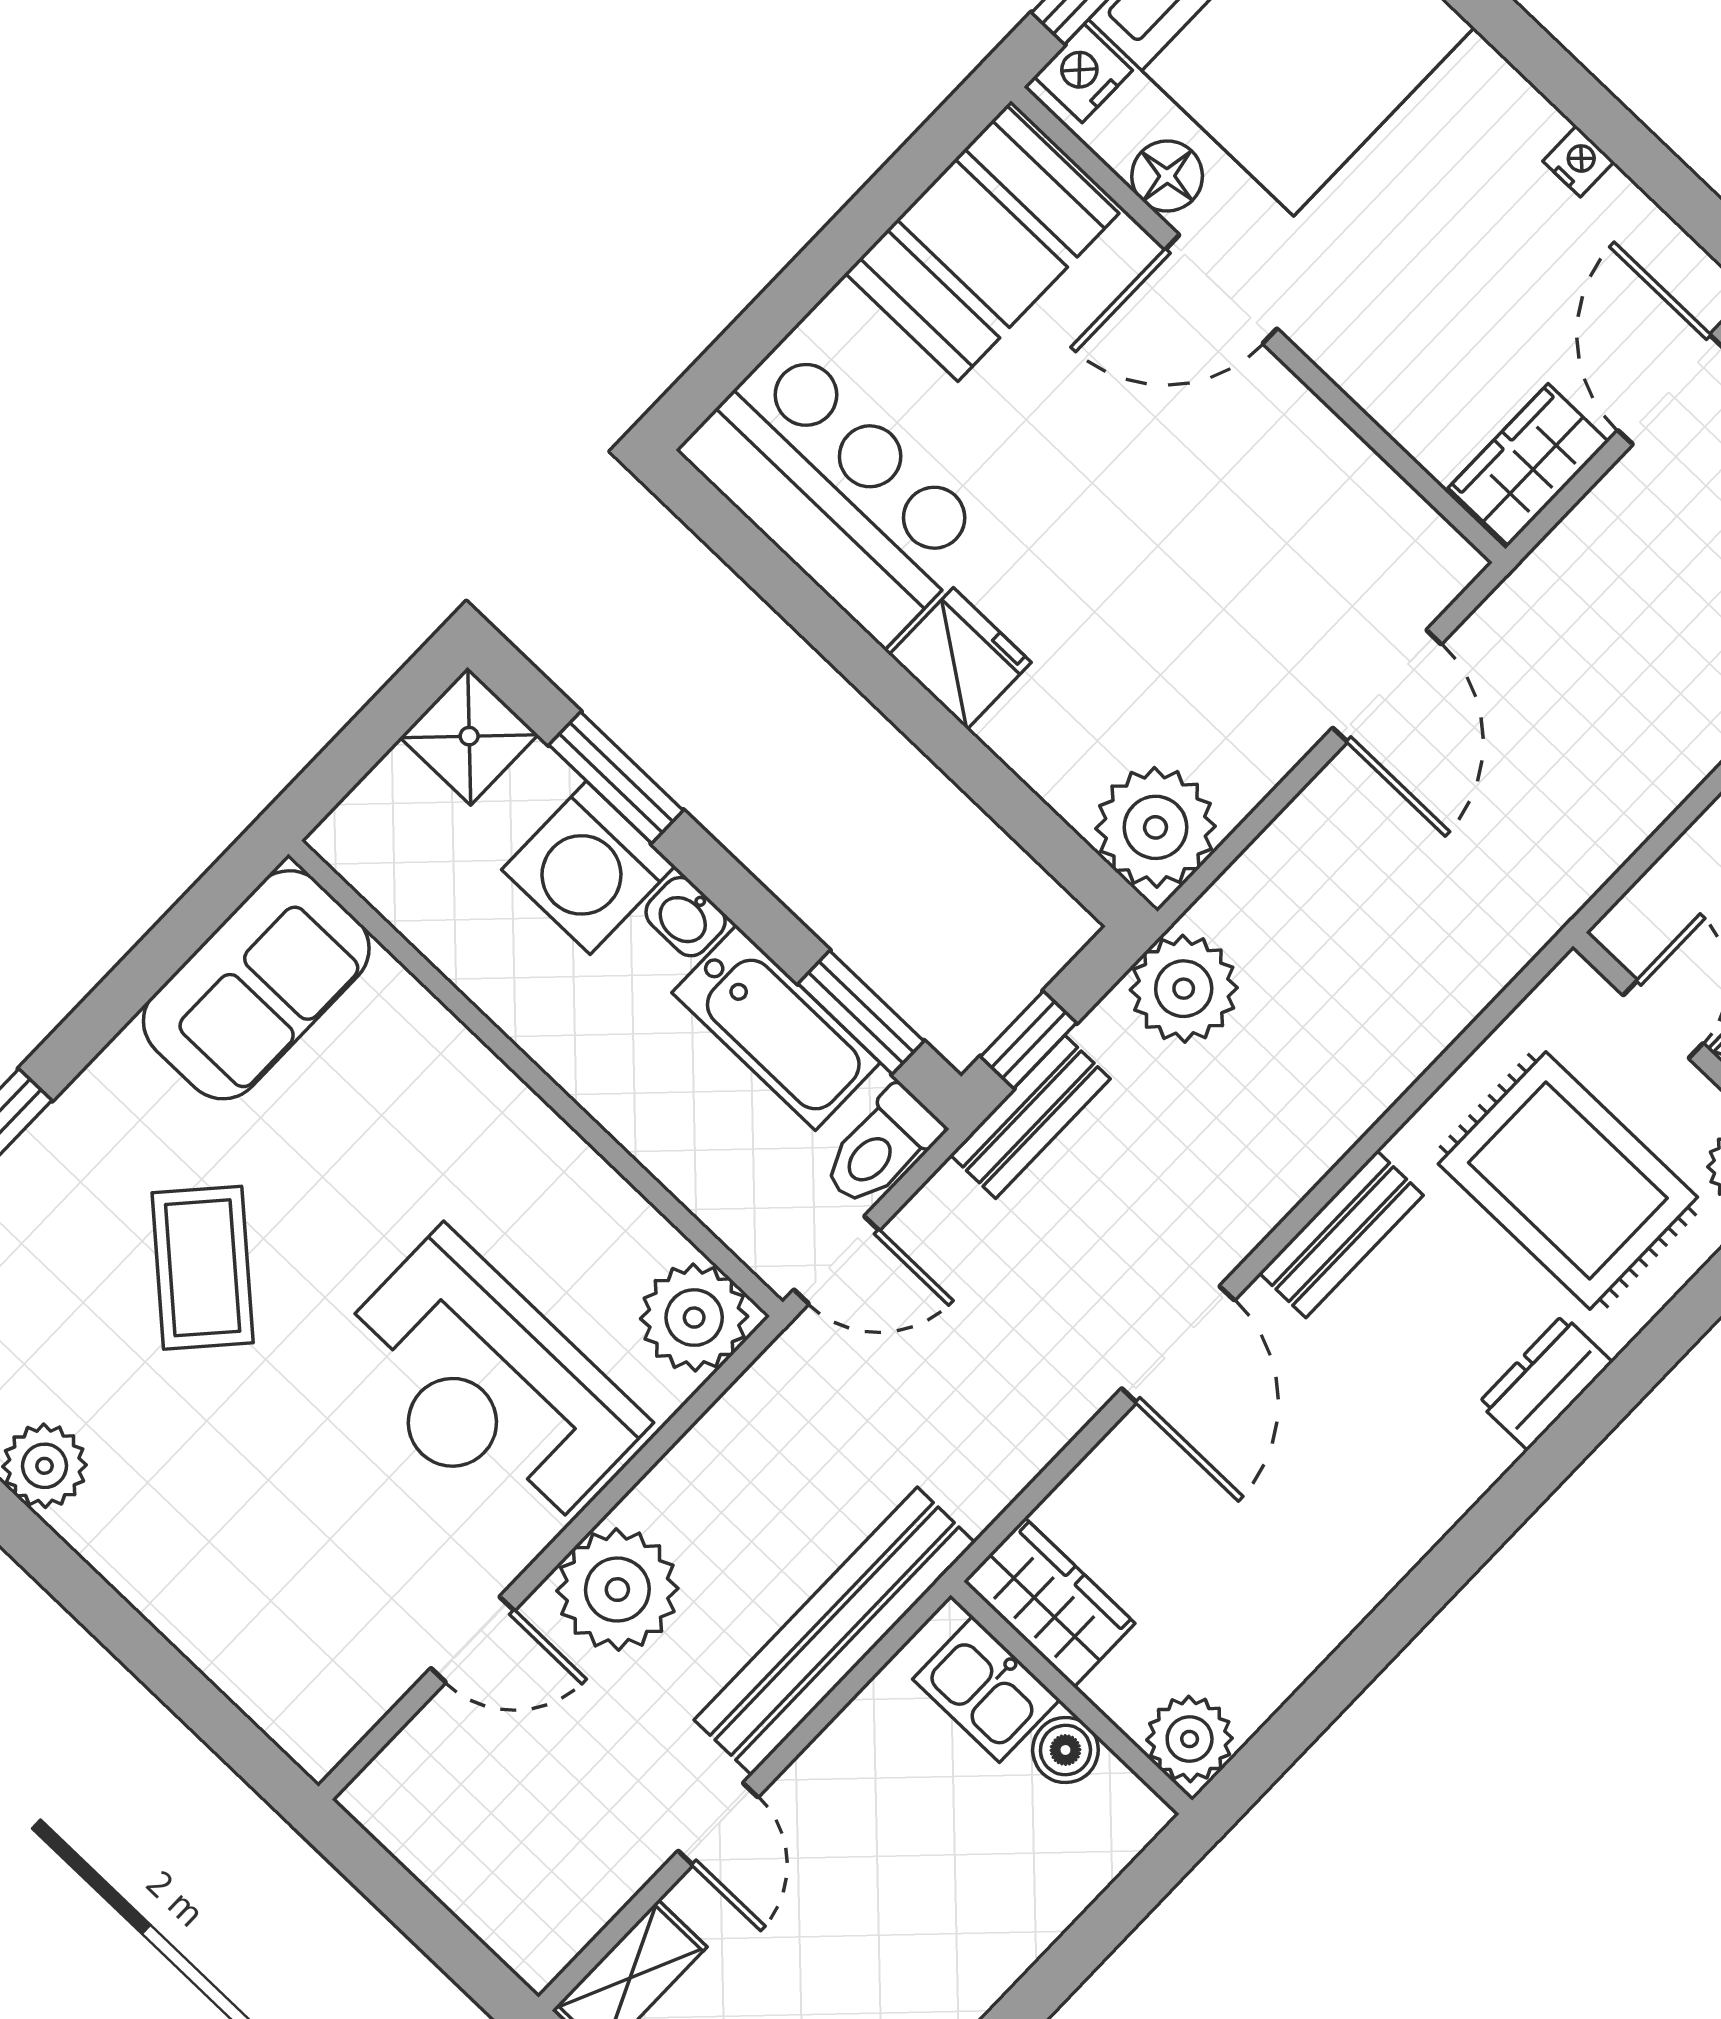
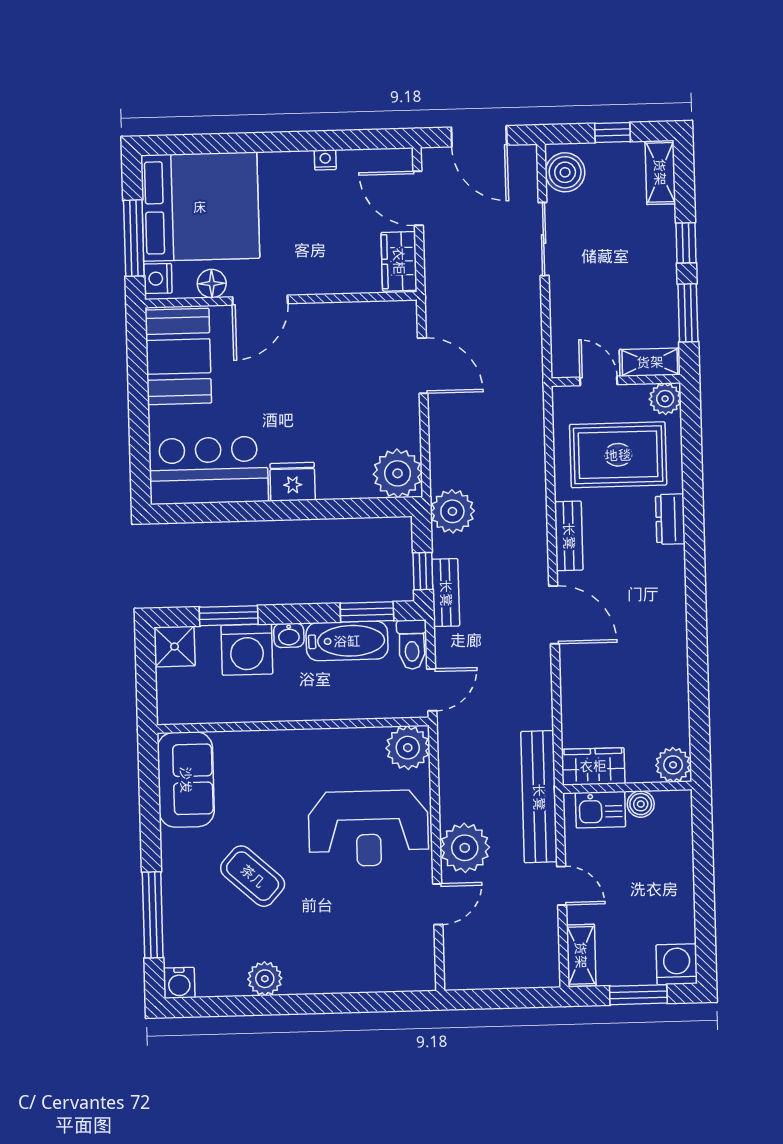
wardrobe: (1049, 1602) -> (593, 766), moved
kitchen sink: (986, 1689) -> (600, 810), moved
wall: (1071, 1698) -> (627, 787), moved
plant: (1190, 1739) -> (673, 765), moved
boiler: (1065, 1750) -> (641, 804), moved

